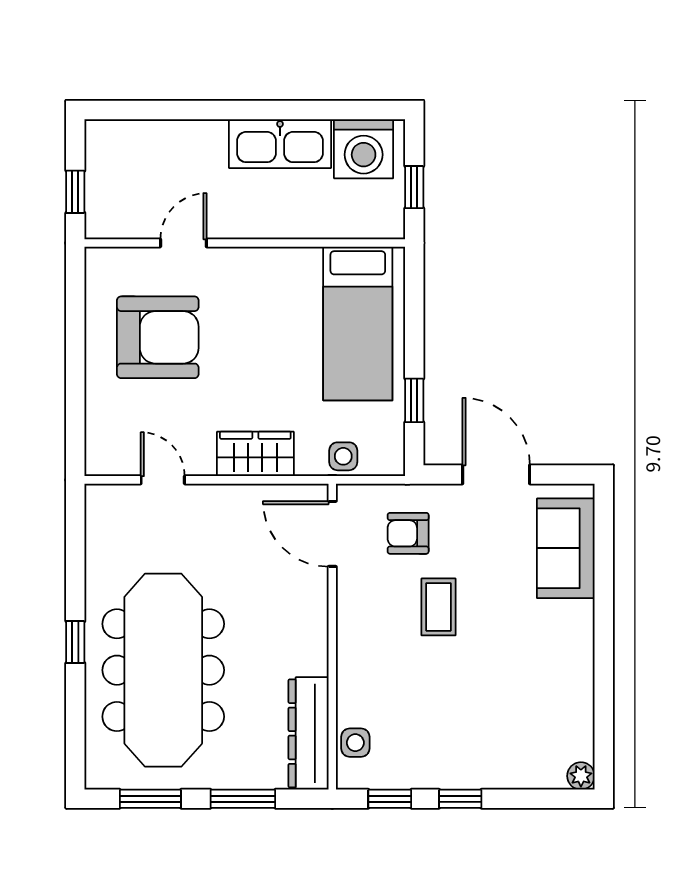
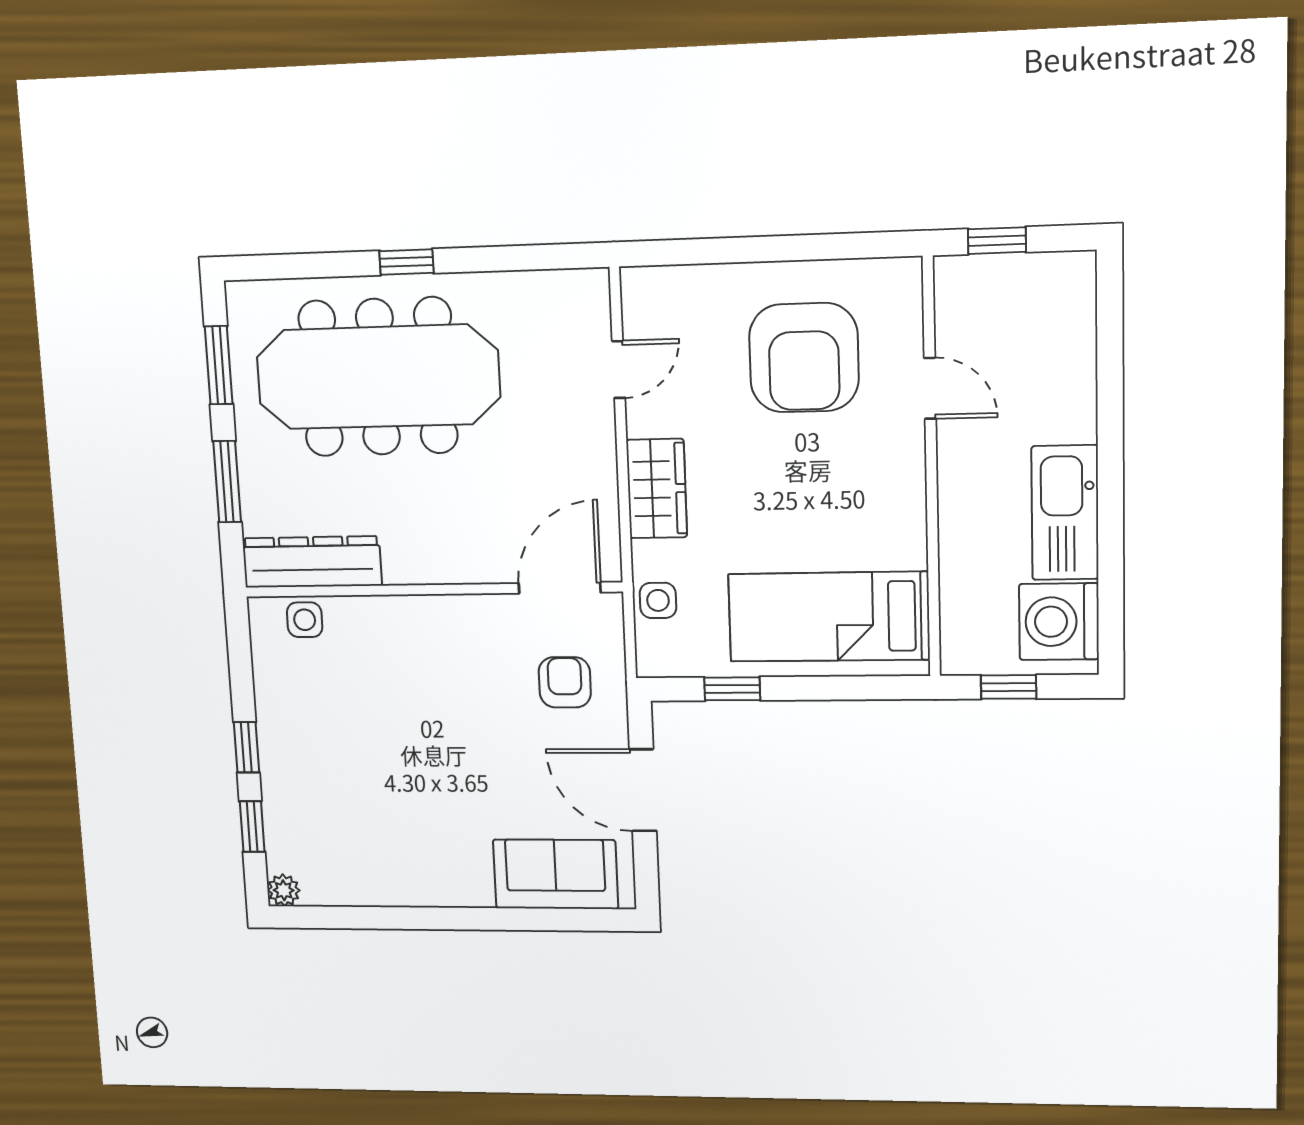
door: (496, 474) -> (643, 790), swing flipped
coffee table: (438, 607) -> (476, 720), removed
window: (390, 799) -> (252, 827), moved

